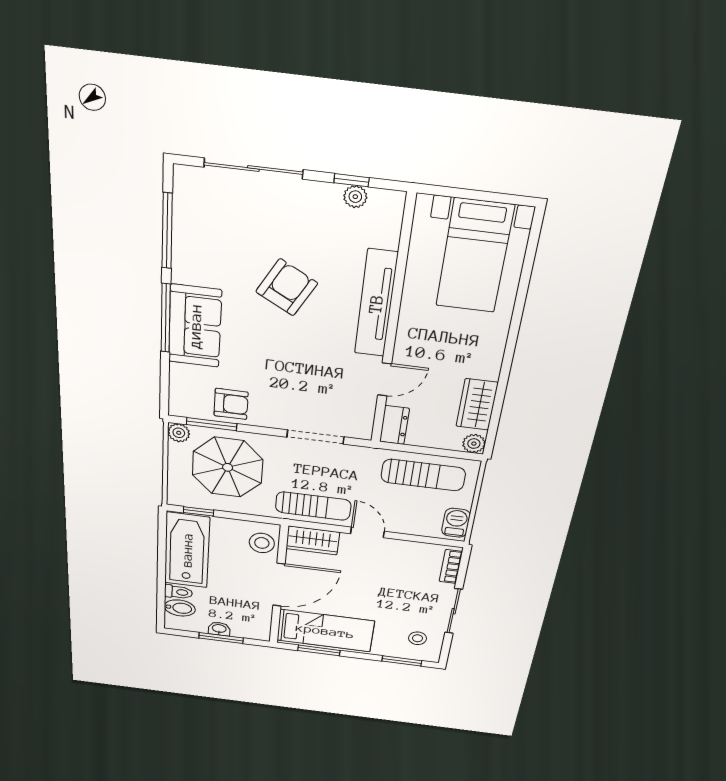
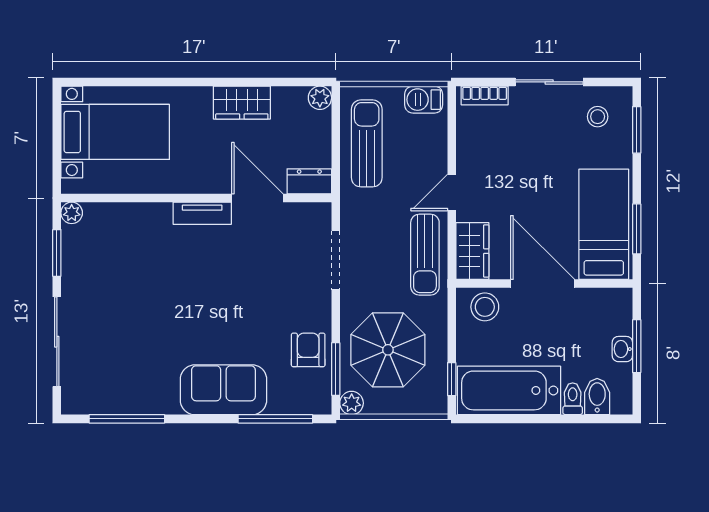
window: (351, 180) -> (57, 253), width x1.50
plant: (355, 197) -> (72, 213), moved
armchair: (287, 287) -> (170, 303), removed
tv unit: (376, 304) -> (202, 213), width x0.52, depth x0.78
window: (166, 318) -> (275, 419), moved
door: (385, 379) -> (257, 198), width x1.38
wardrobe: (477, 404) -> (242, 103), moved
sun lounger: (313, 506) -> (425, 255), turned 180

